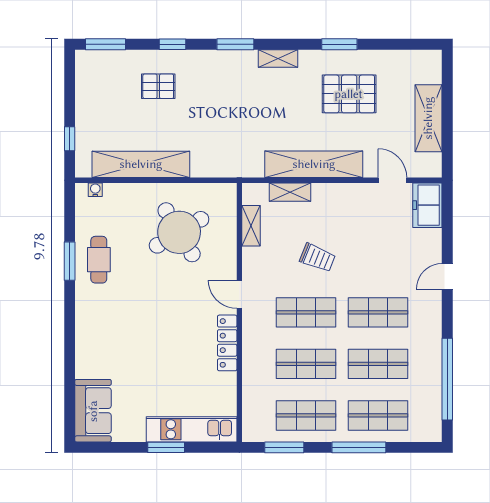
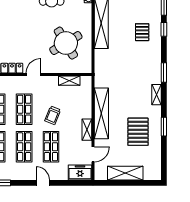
window: (172, 44) -> (164, 29), moved
shelving: (290, 192) -> (87, 130), moved
shop shelf: (378, 261) -> (51, 147), added

